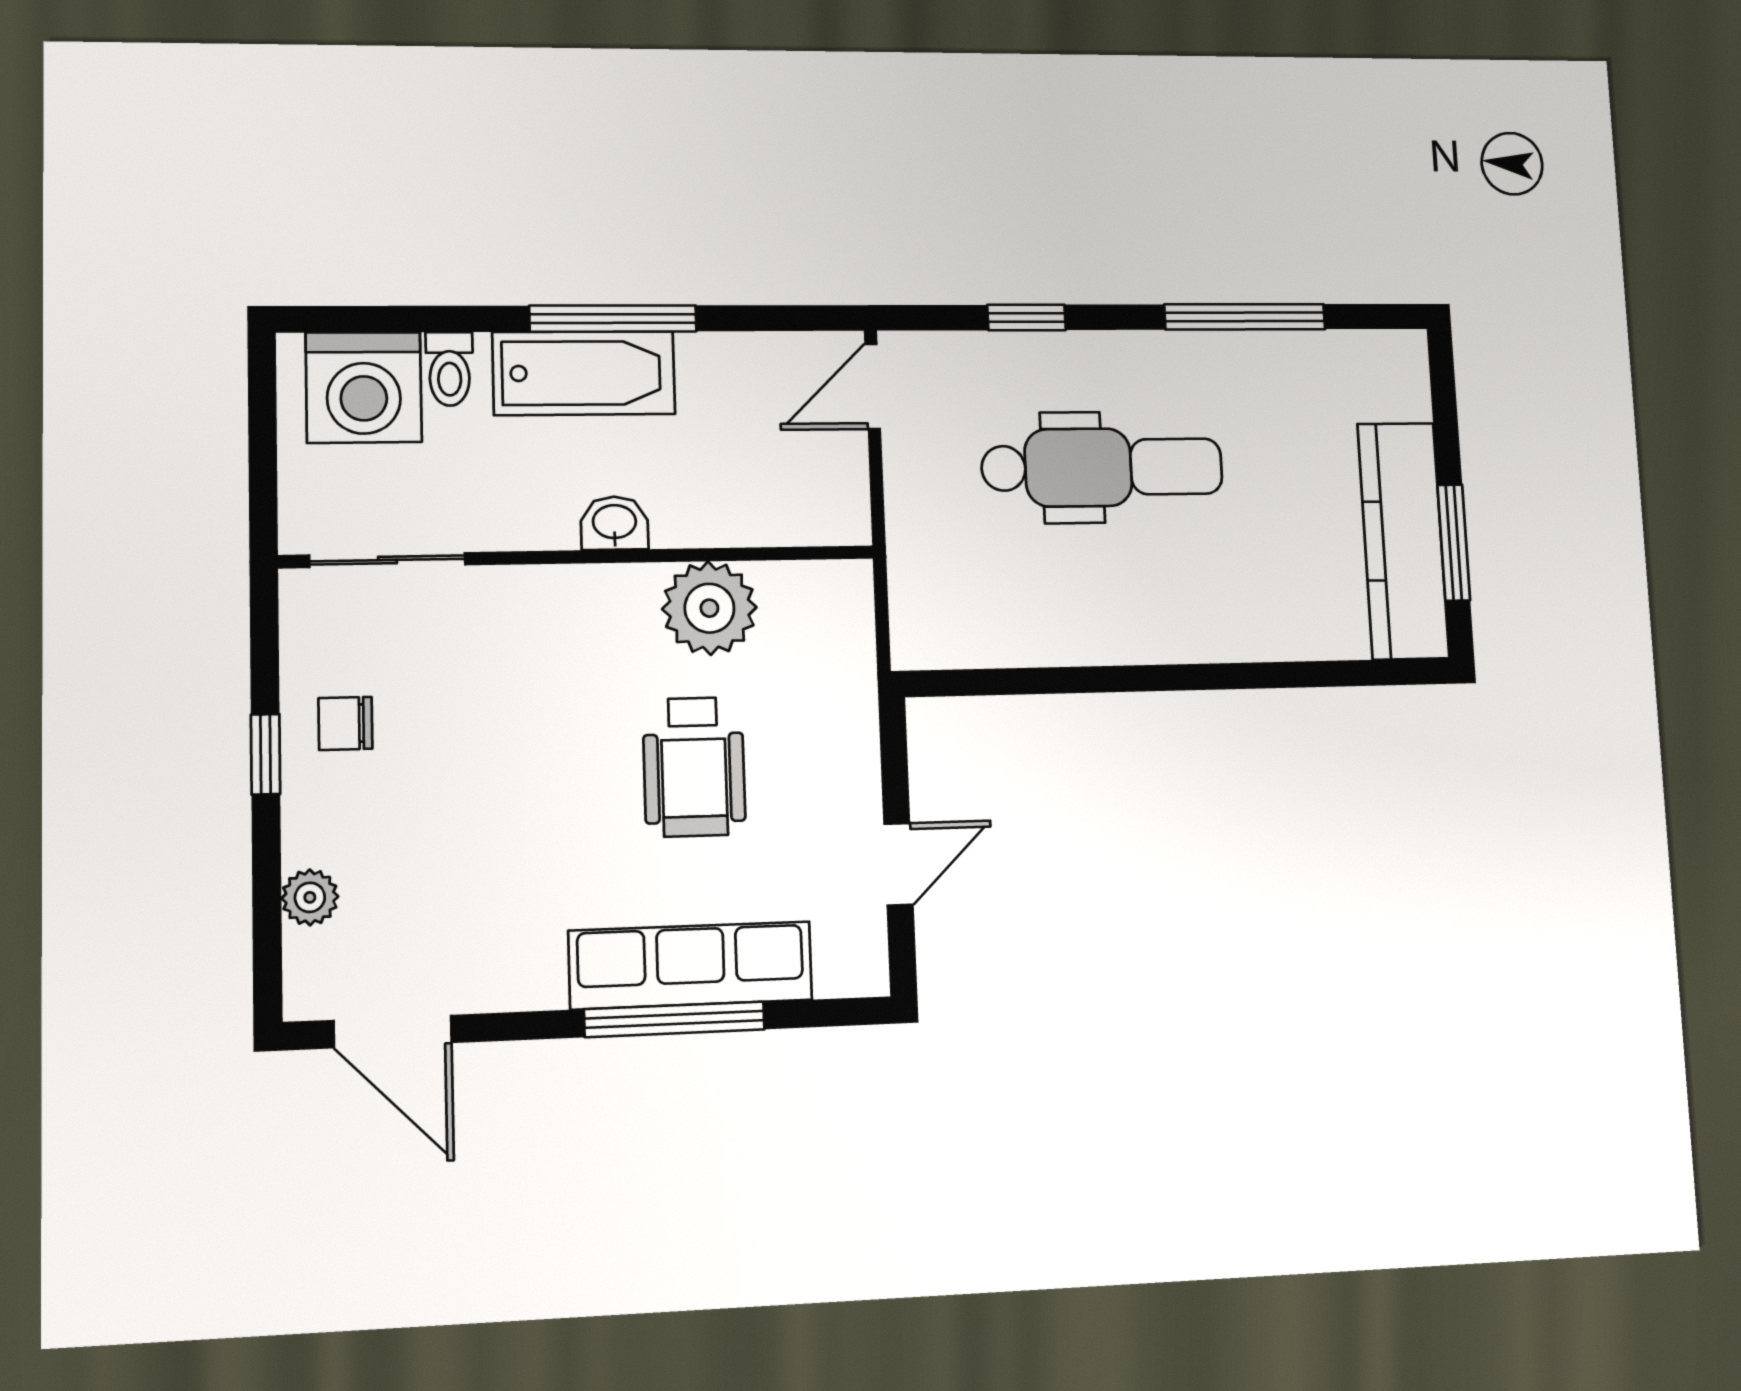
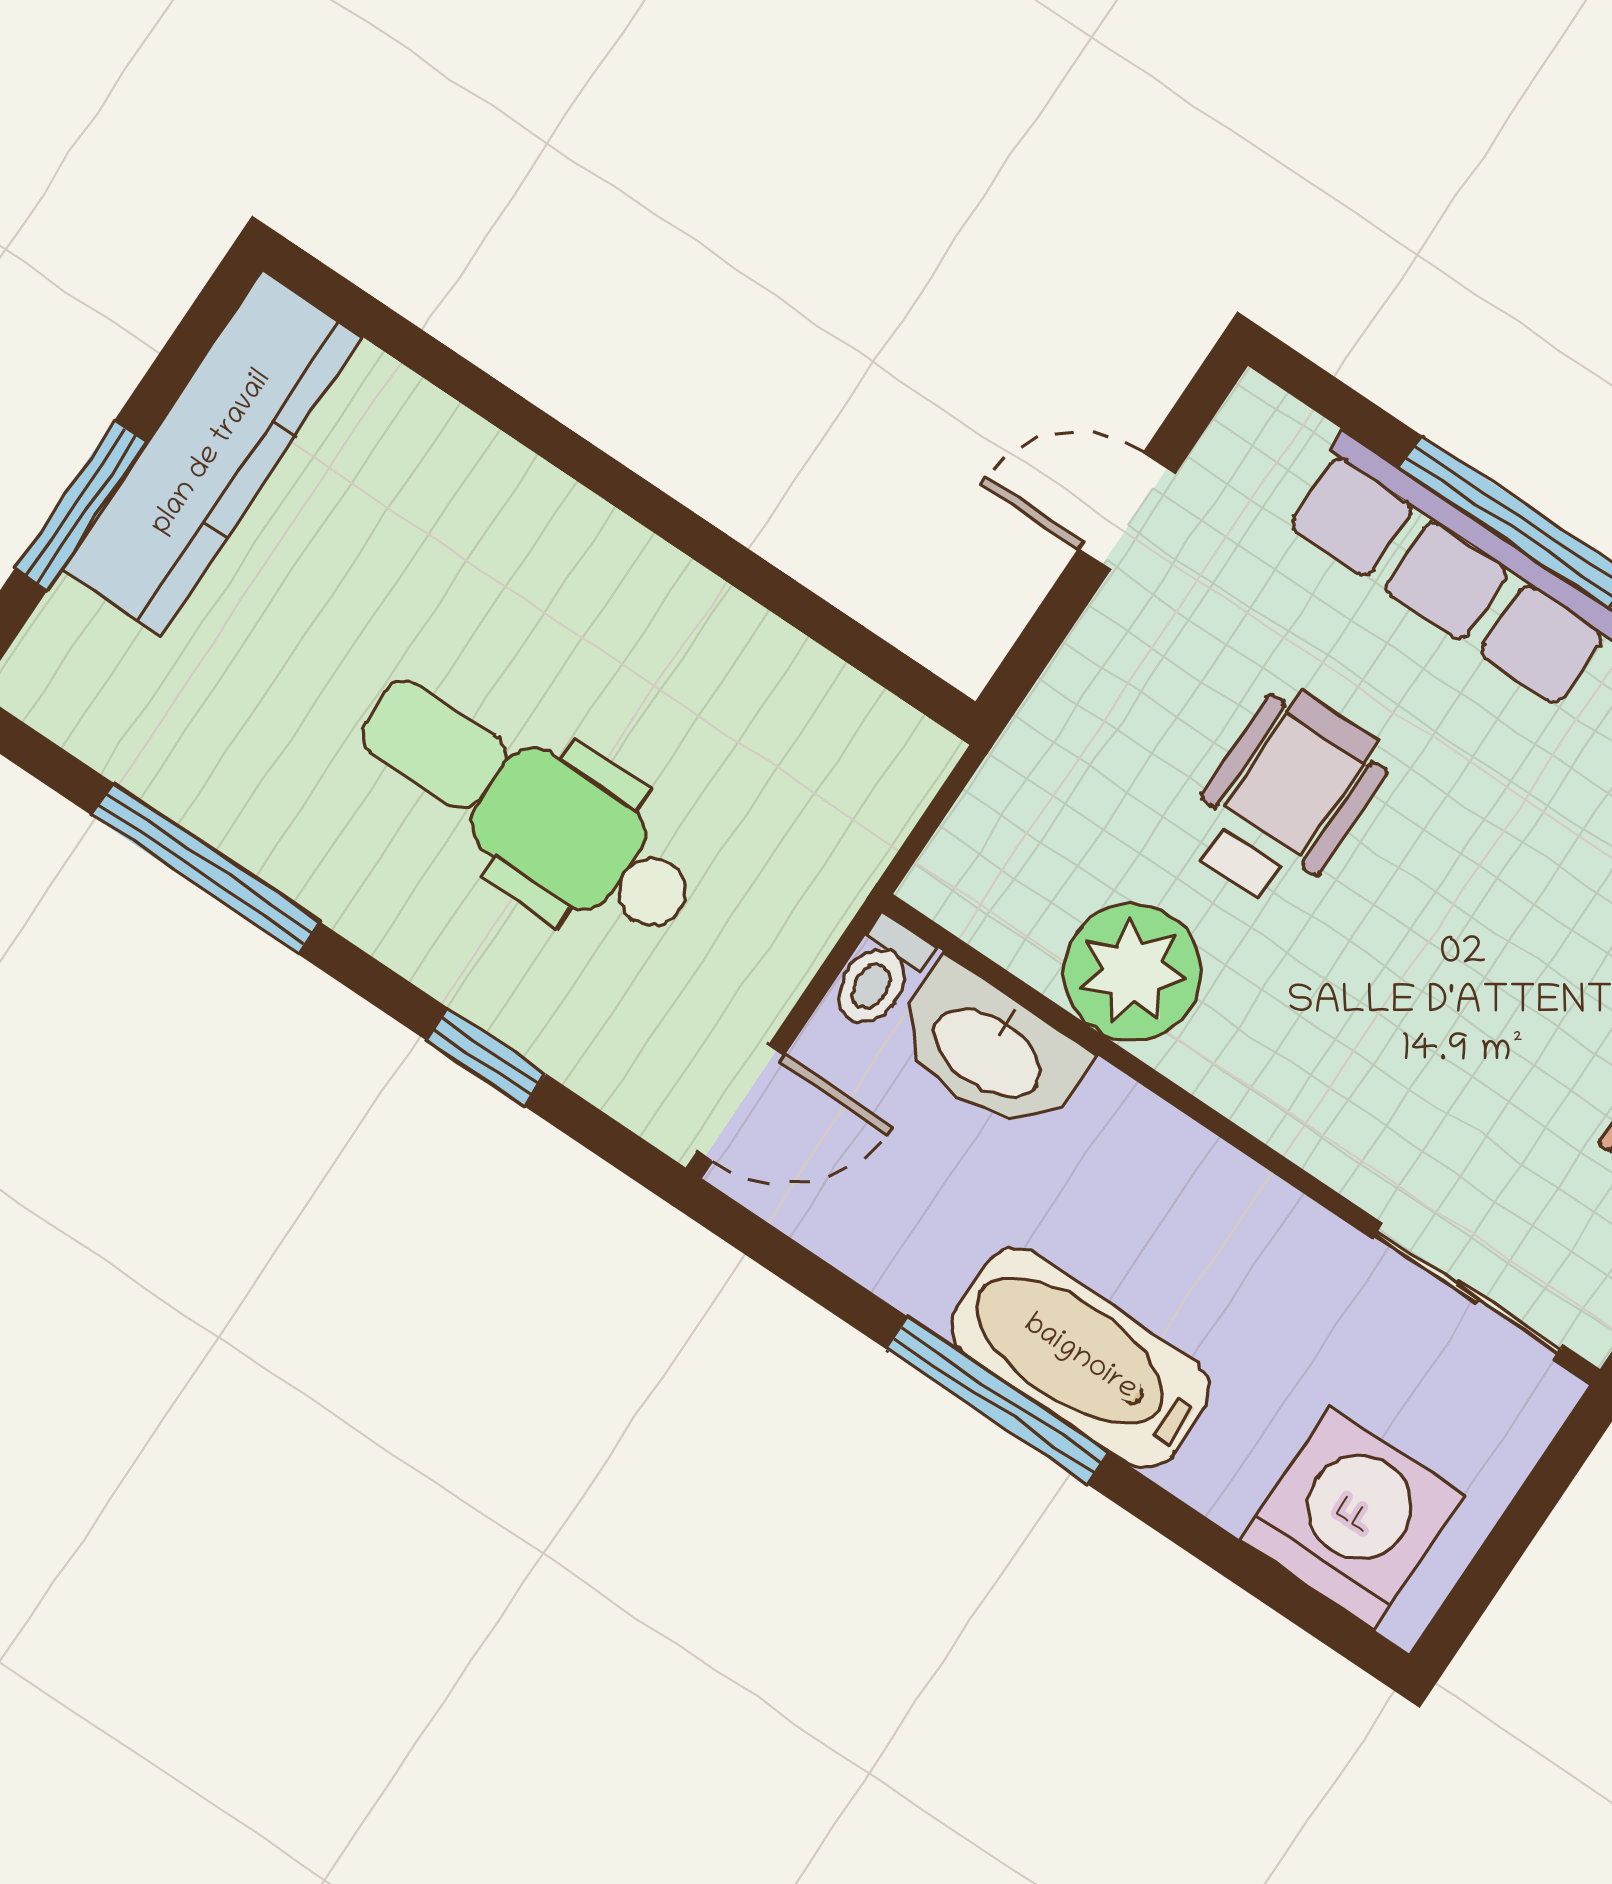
toilet: (449, 369) -> (880, 974), moved, turned 180
washbasin: (614, 523) -> (989, 1050), moved, width x1.91, depth x1.45
window: (1454, 543) -> (81, 505), moved

